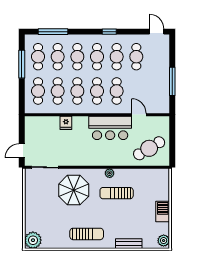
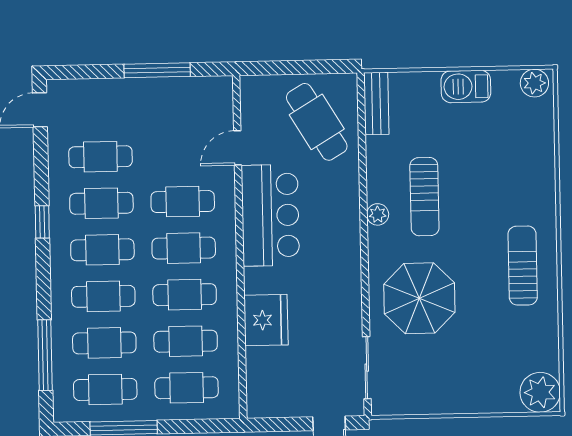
fridge: (66, 123) -> (266, 320), width x1.88, depth x1.34
bench: (129, 244) -> (376, 103), moved

